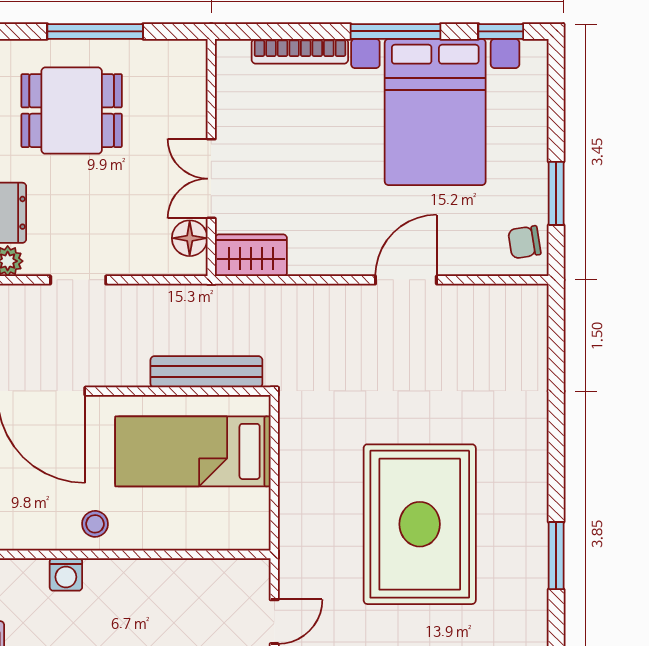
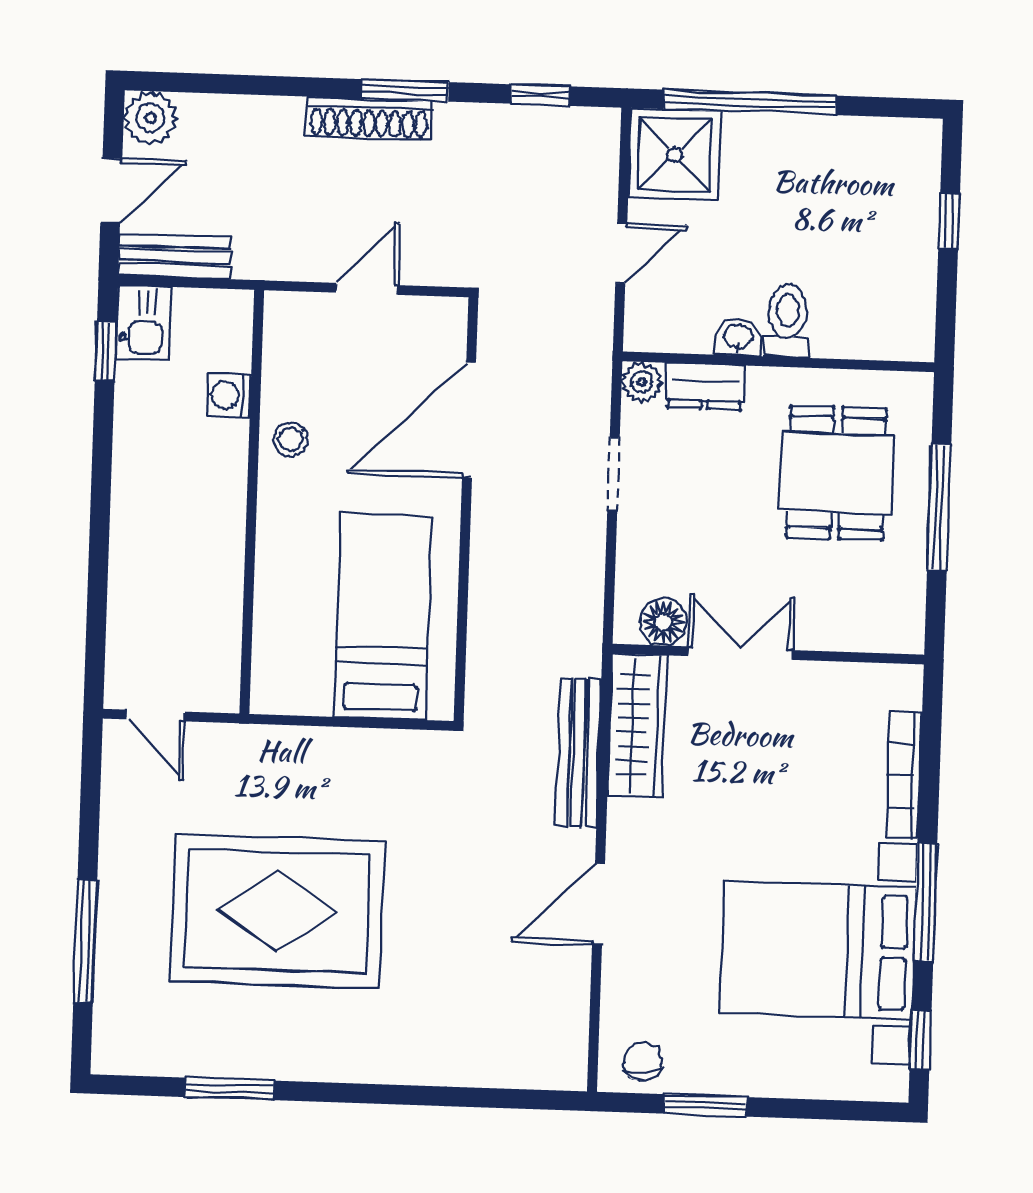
wardrobe: (251, 255) -> (637, 725), width x1.50
door: (406, 280) -> (599, 904), swing flipped
bench: (206, 372) -> (578, 753), moved
stool: (95, 524) -> (290, 440), moved
washing machine: (66, 574) -> (229, 395), moved

